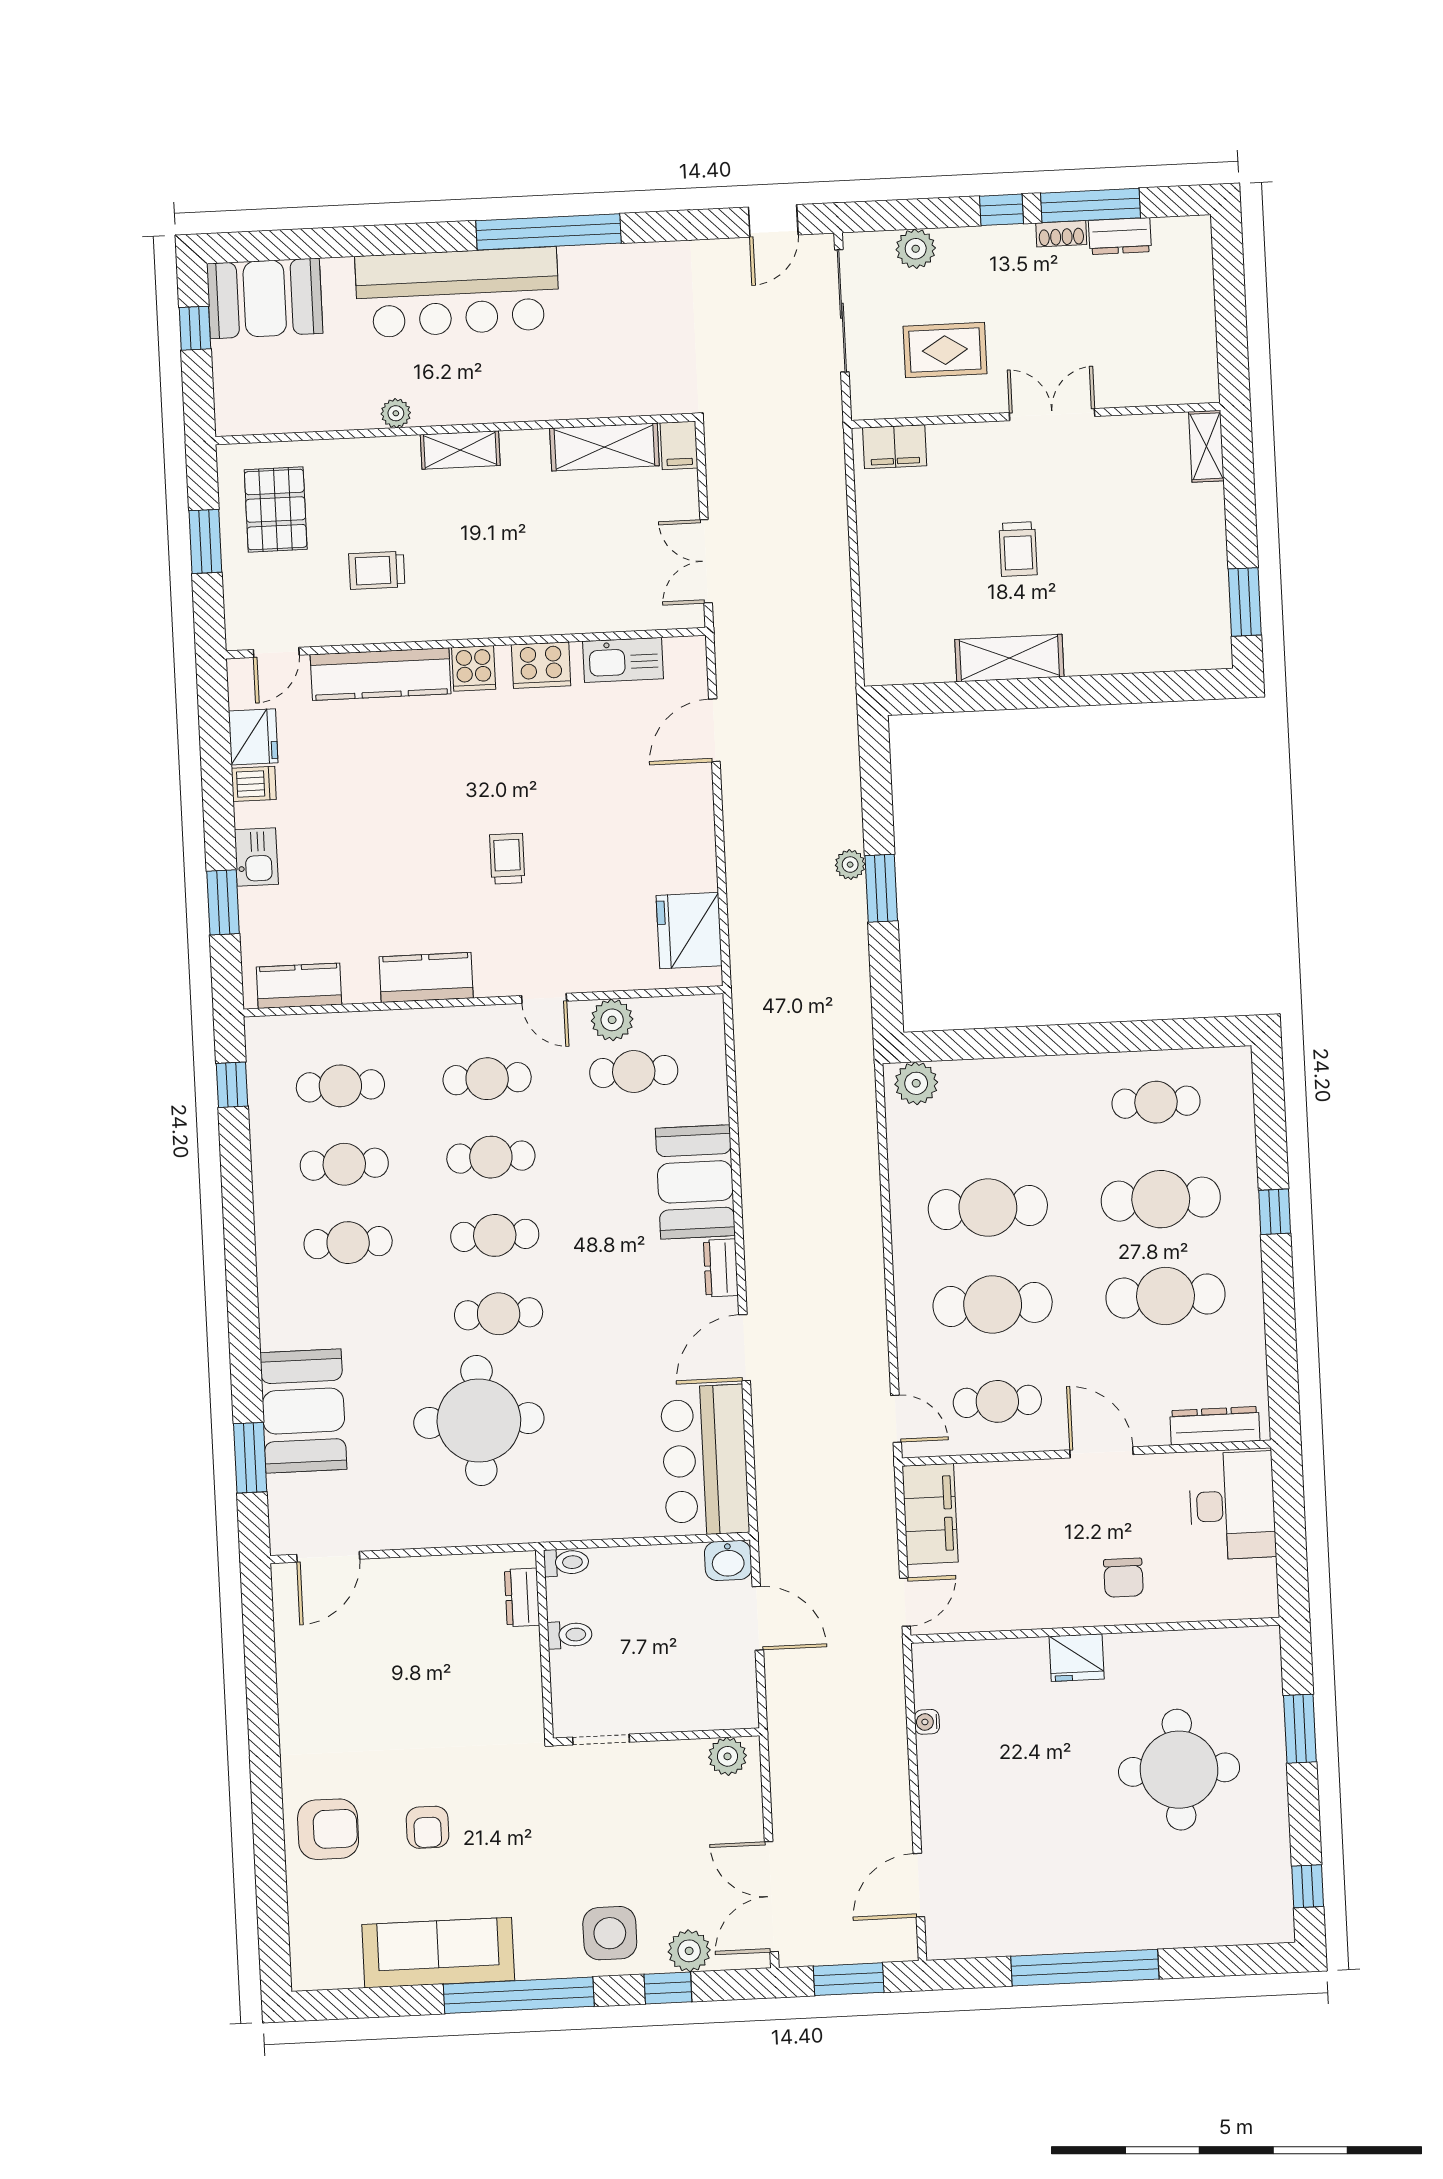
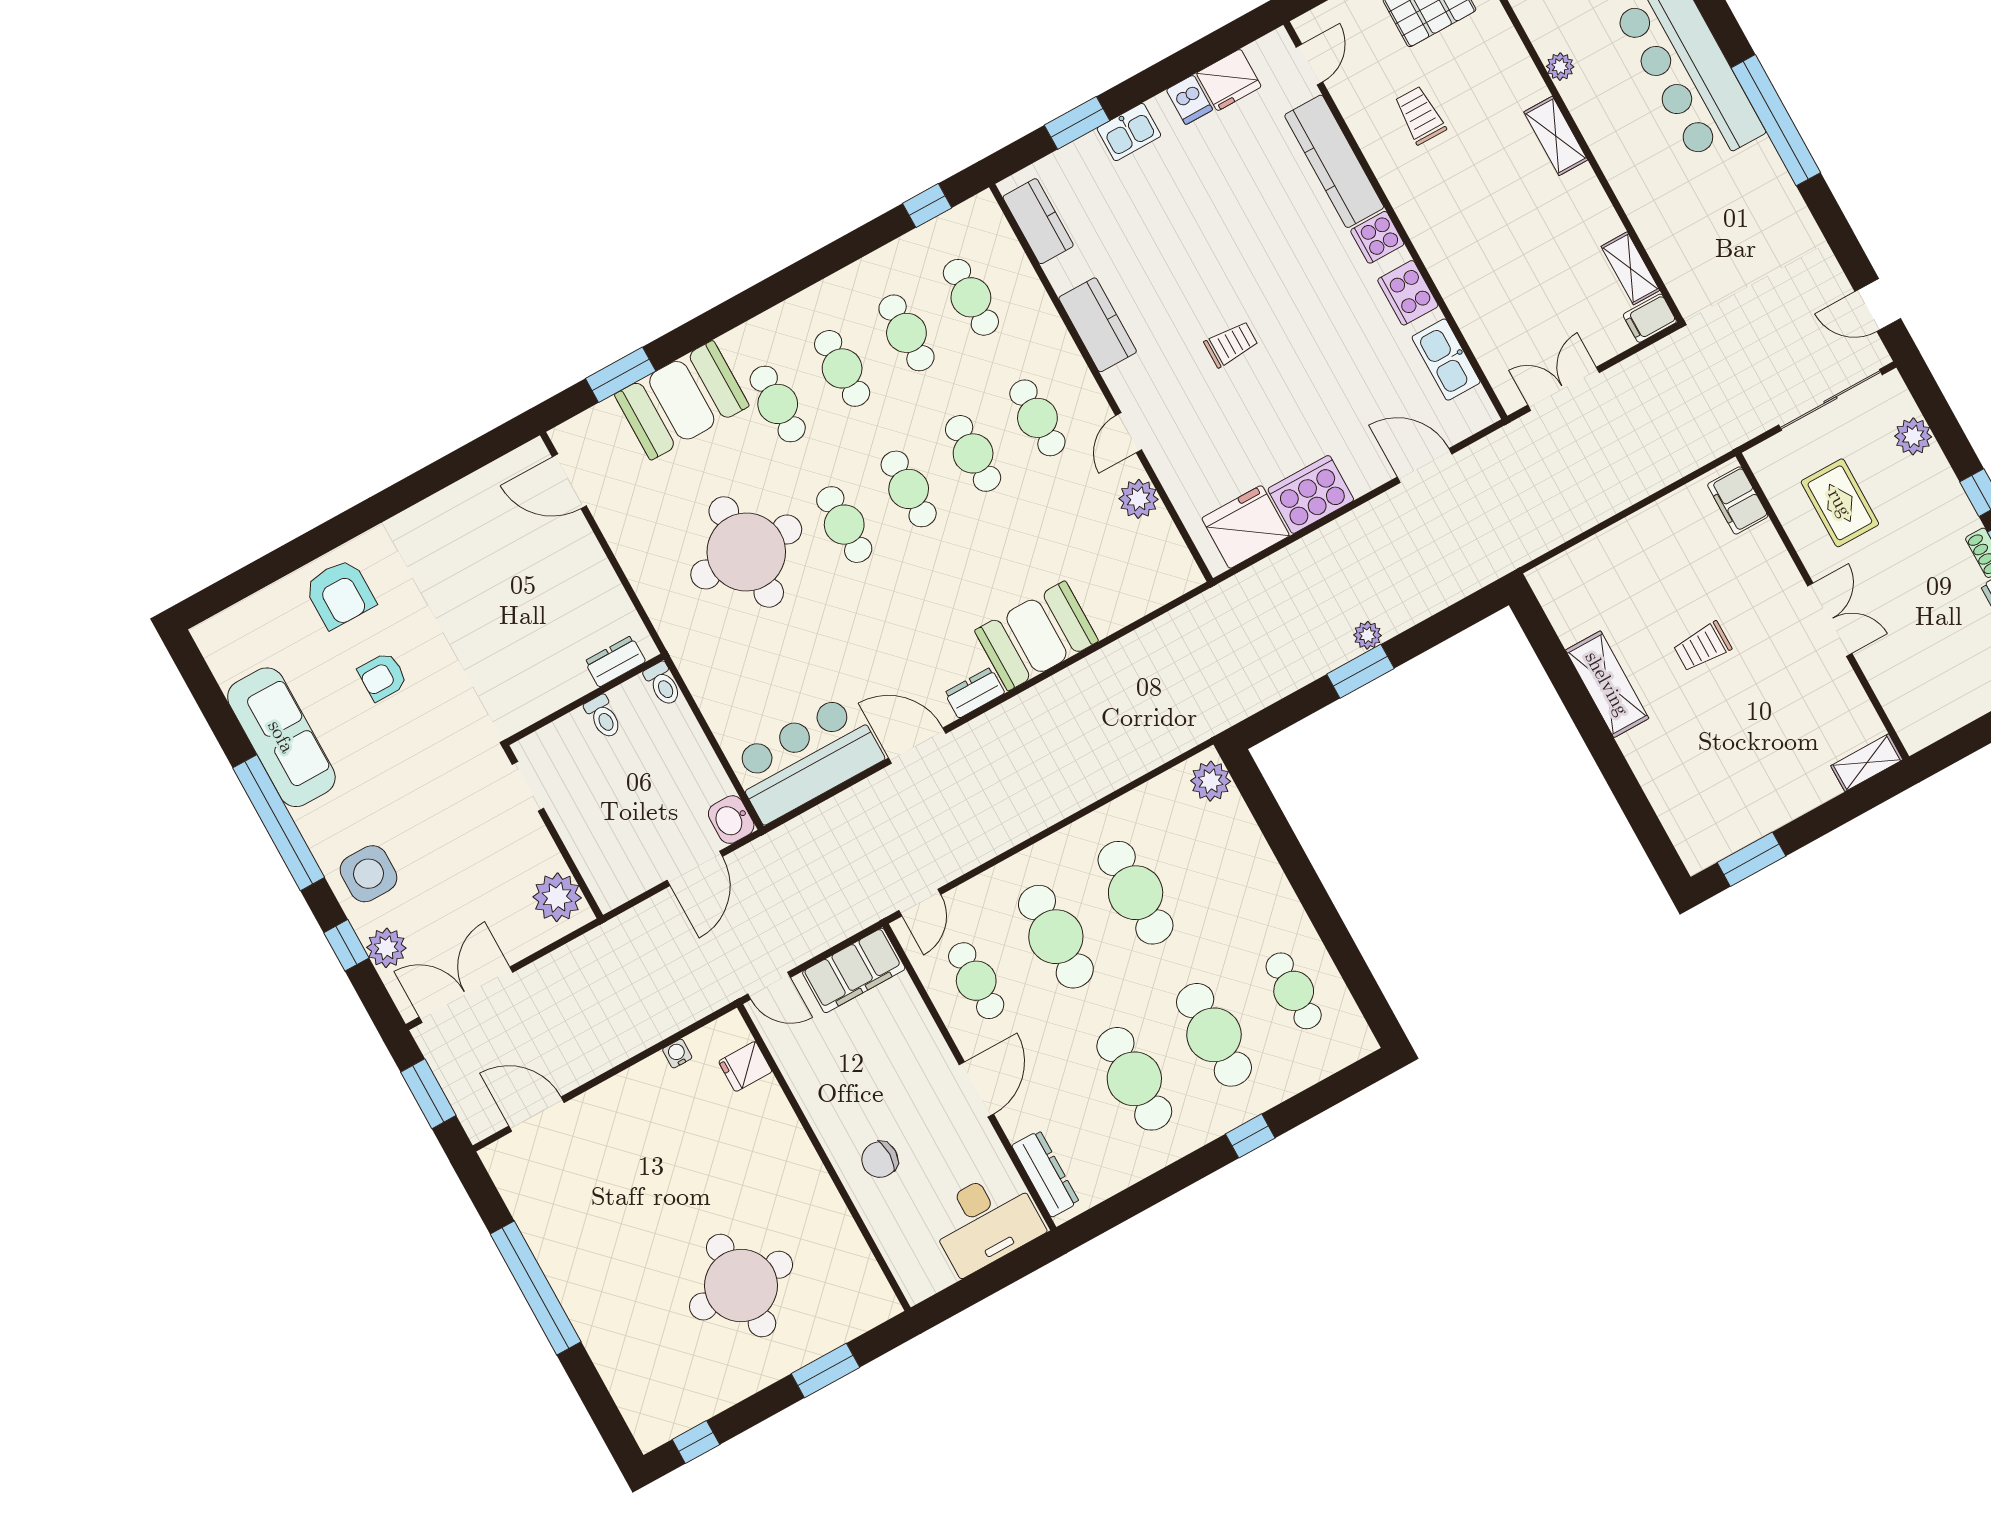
shelving: (604, 447) -> (1630, 268), width x0.67, depth x0.75
door: (276, 652) -> (1309, 64), swing flipped
cooker: (689, 853) -> (1311, 494), added
cafe table: (634, 1072) -> (778, 404), moved
fridge: (1077, 1658) -> (745, 1066), moved, width x0.72
plant: (727, 1756) -> (557, 897), width x1.36, depth x1.36

